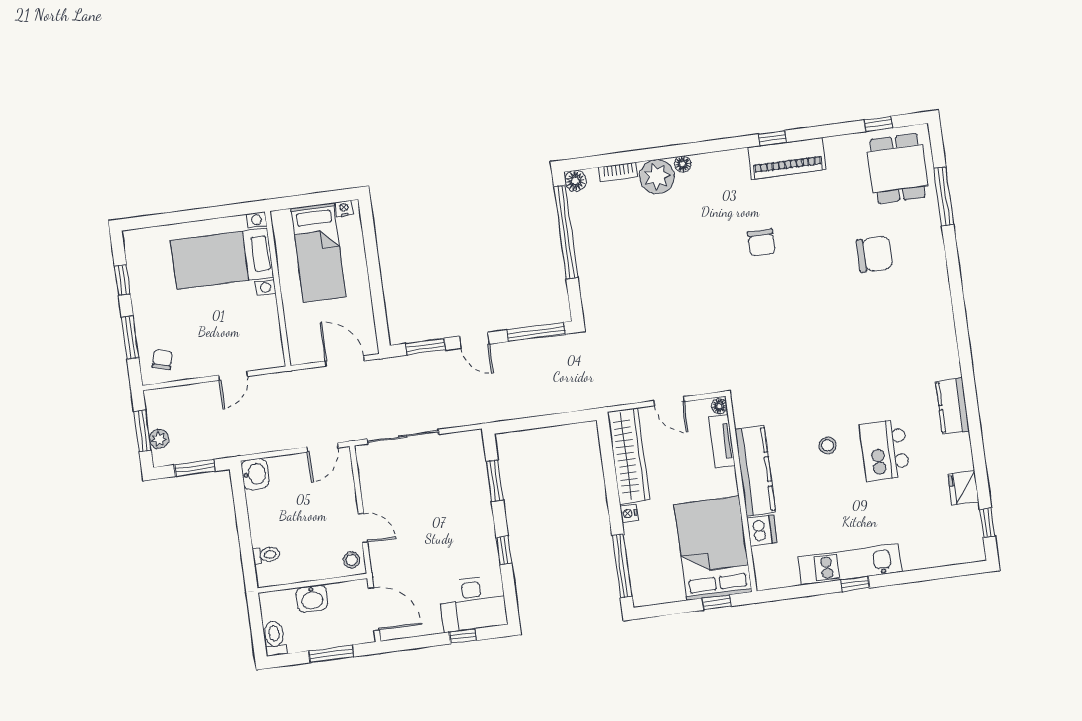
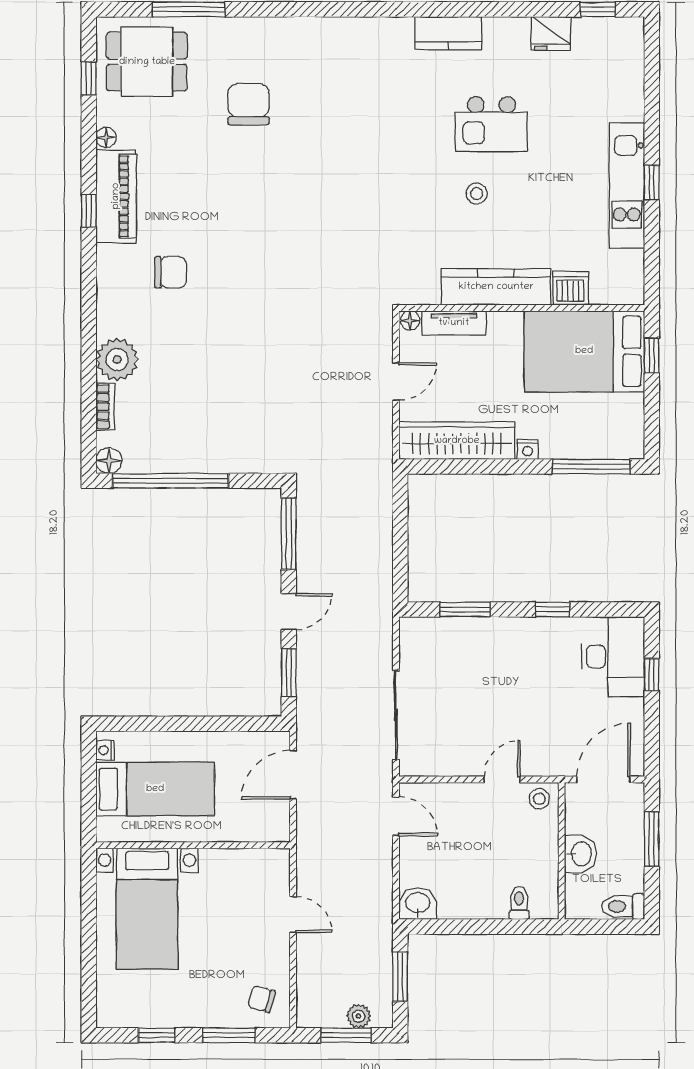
floor lamp: (683, 164) -> (106, 138), moved
chair: (761, 243) -> (170, 272), moved

